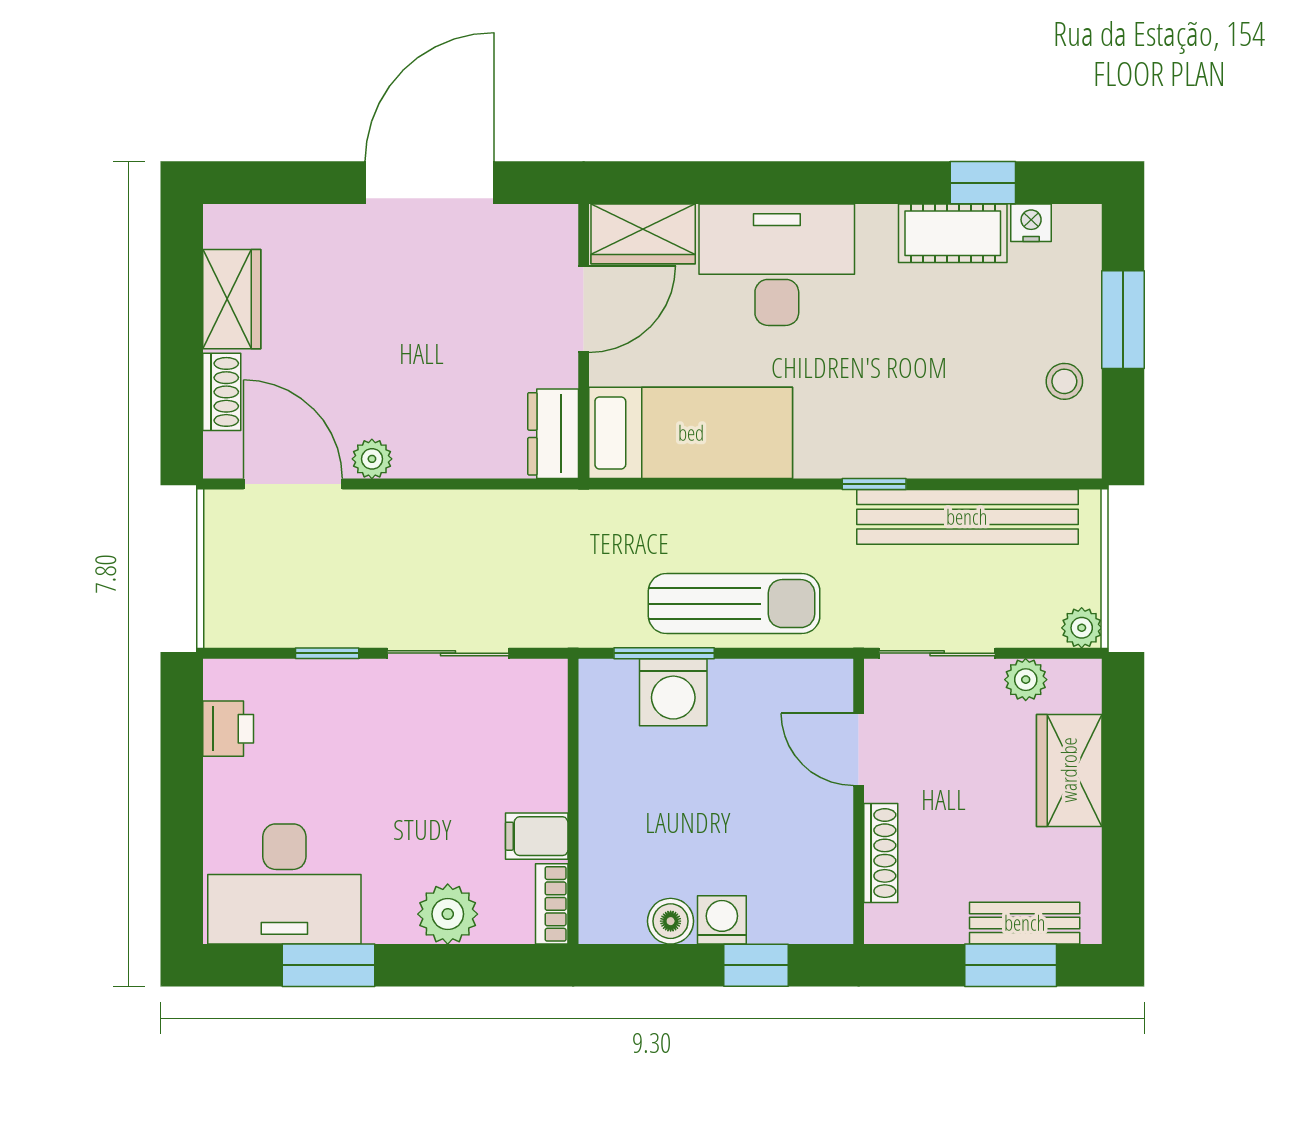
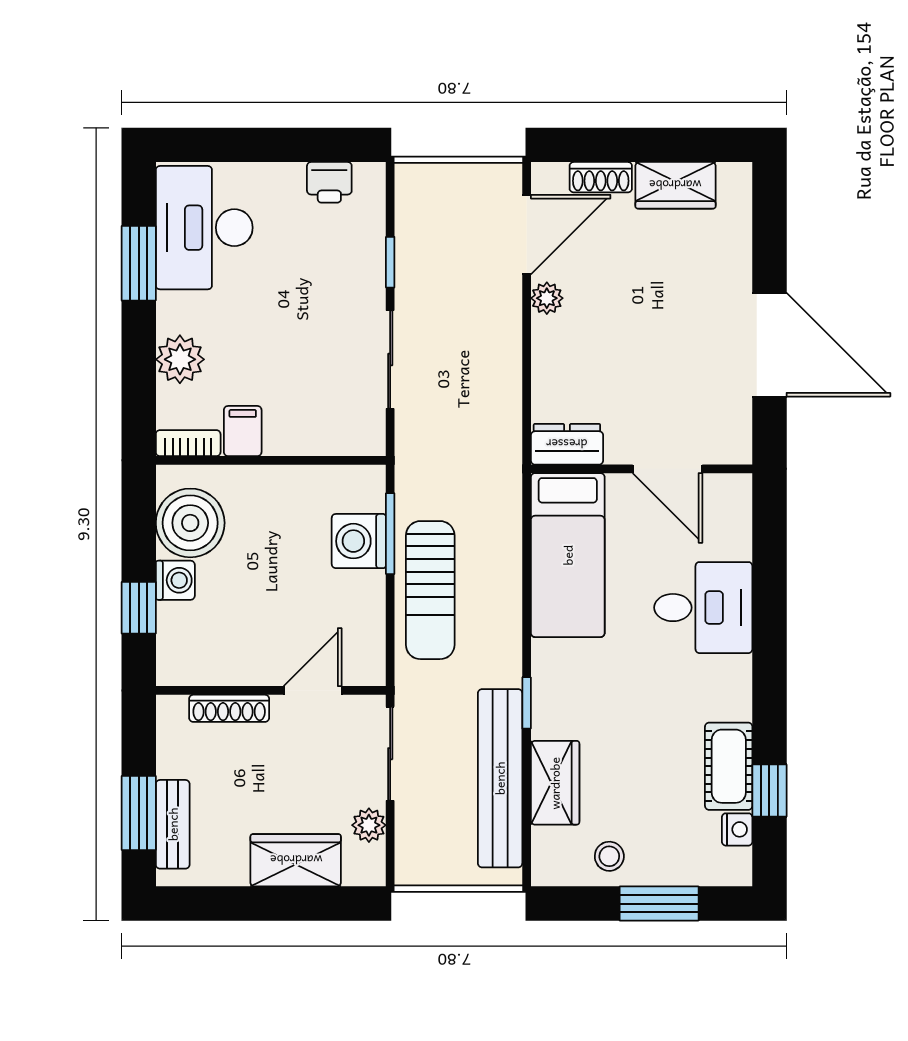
wardrobe: (643, 234) -> (555, 783), moved, turned 180
desk: (777, 265) -> (703, 608), width x0.73
plant: (1082, 628) -> (411, 870), removed
boiler: (671, 921) -> (190, 523), width x1.86, depth x1.86

